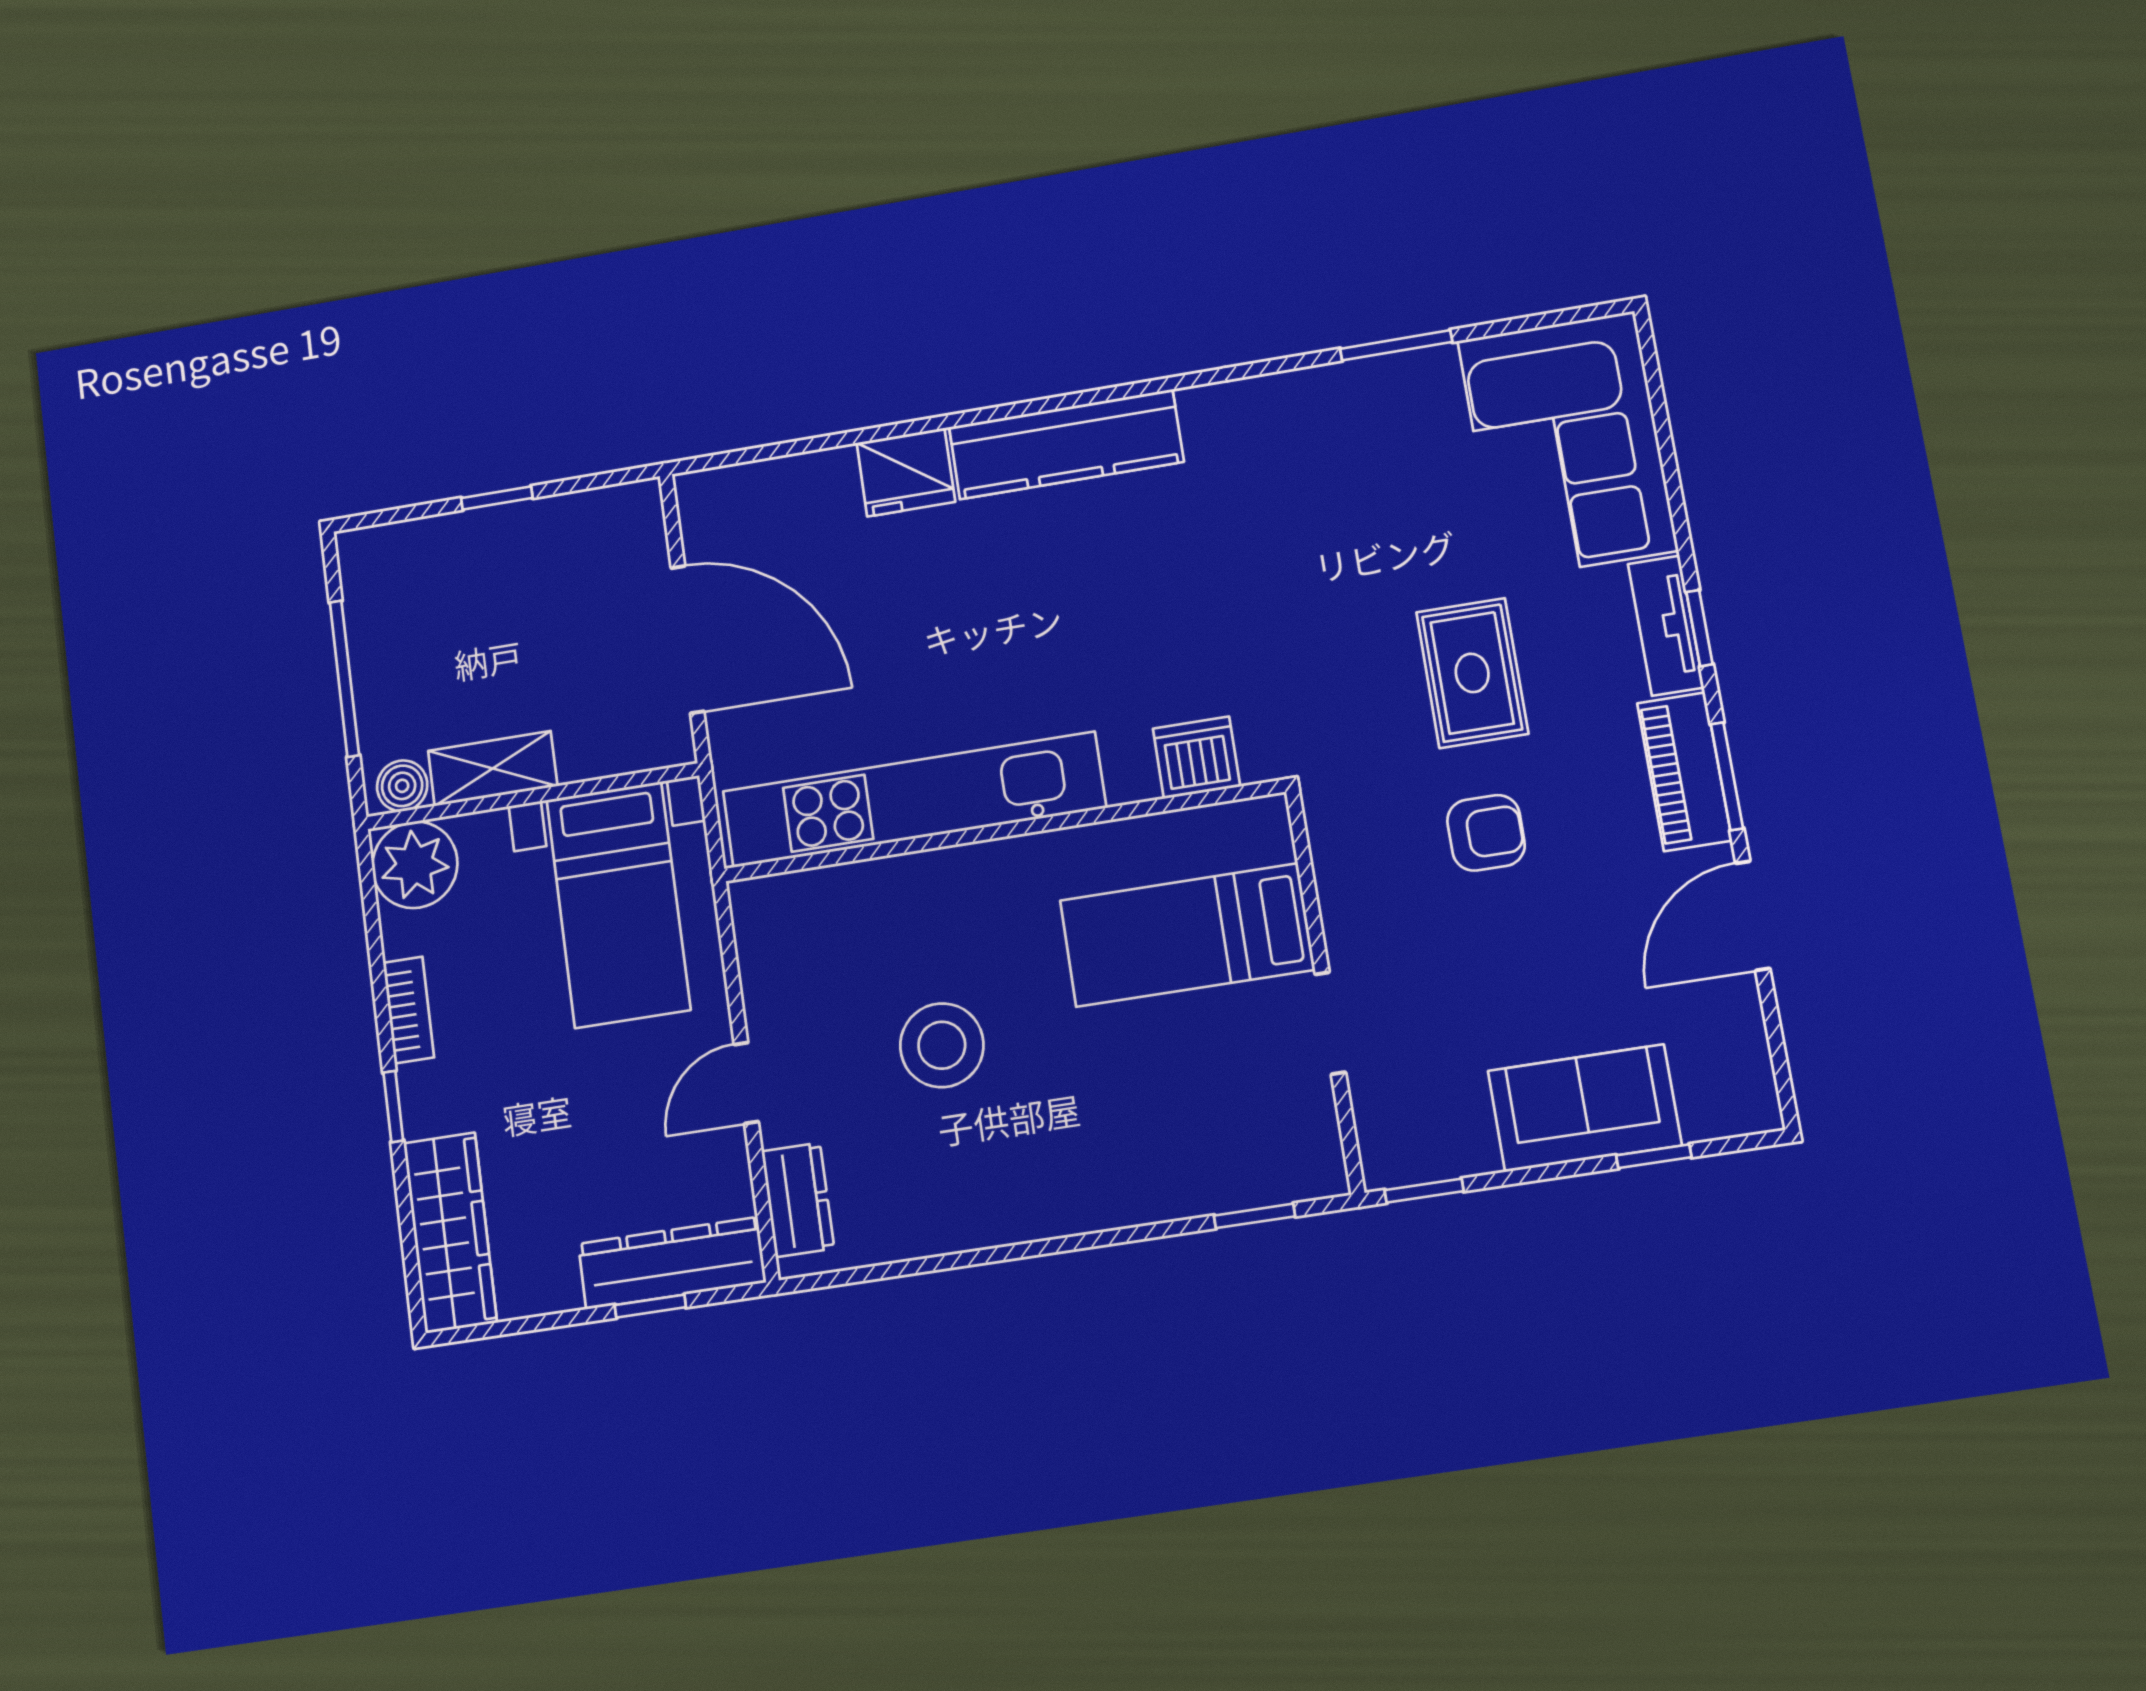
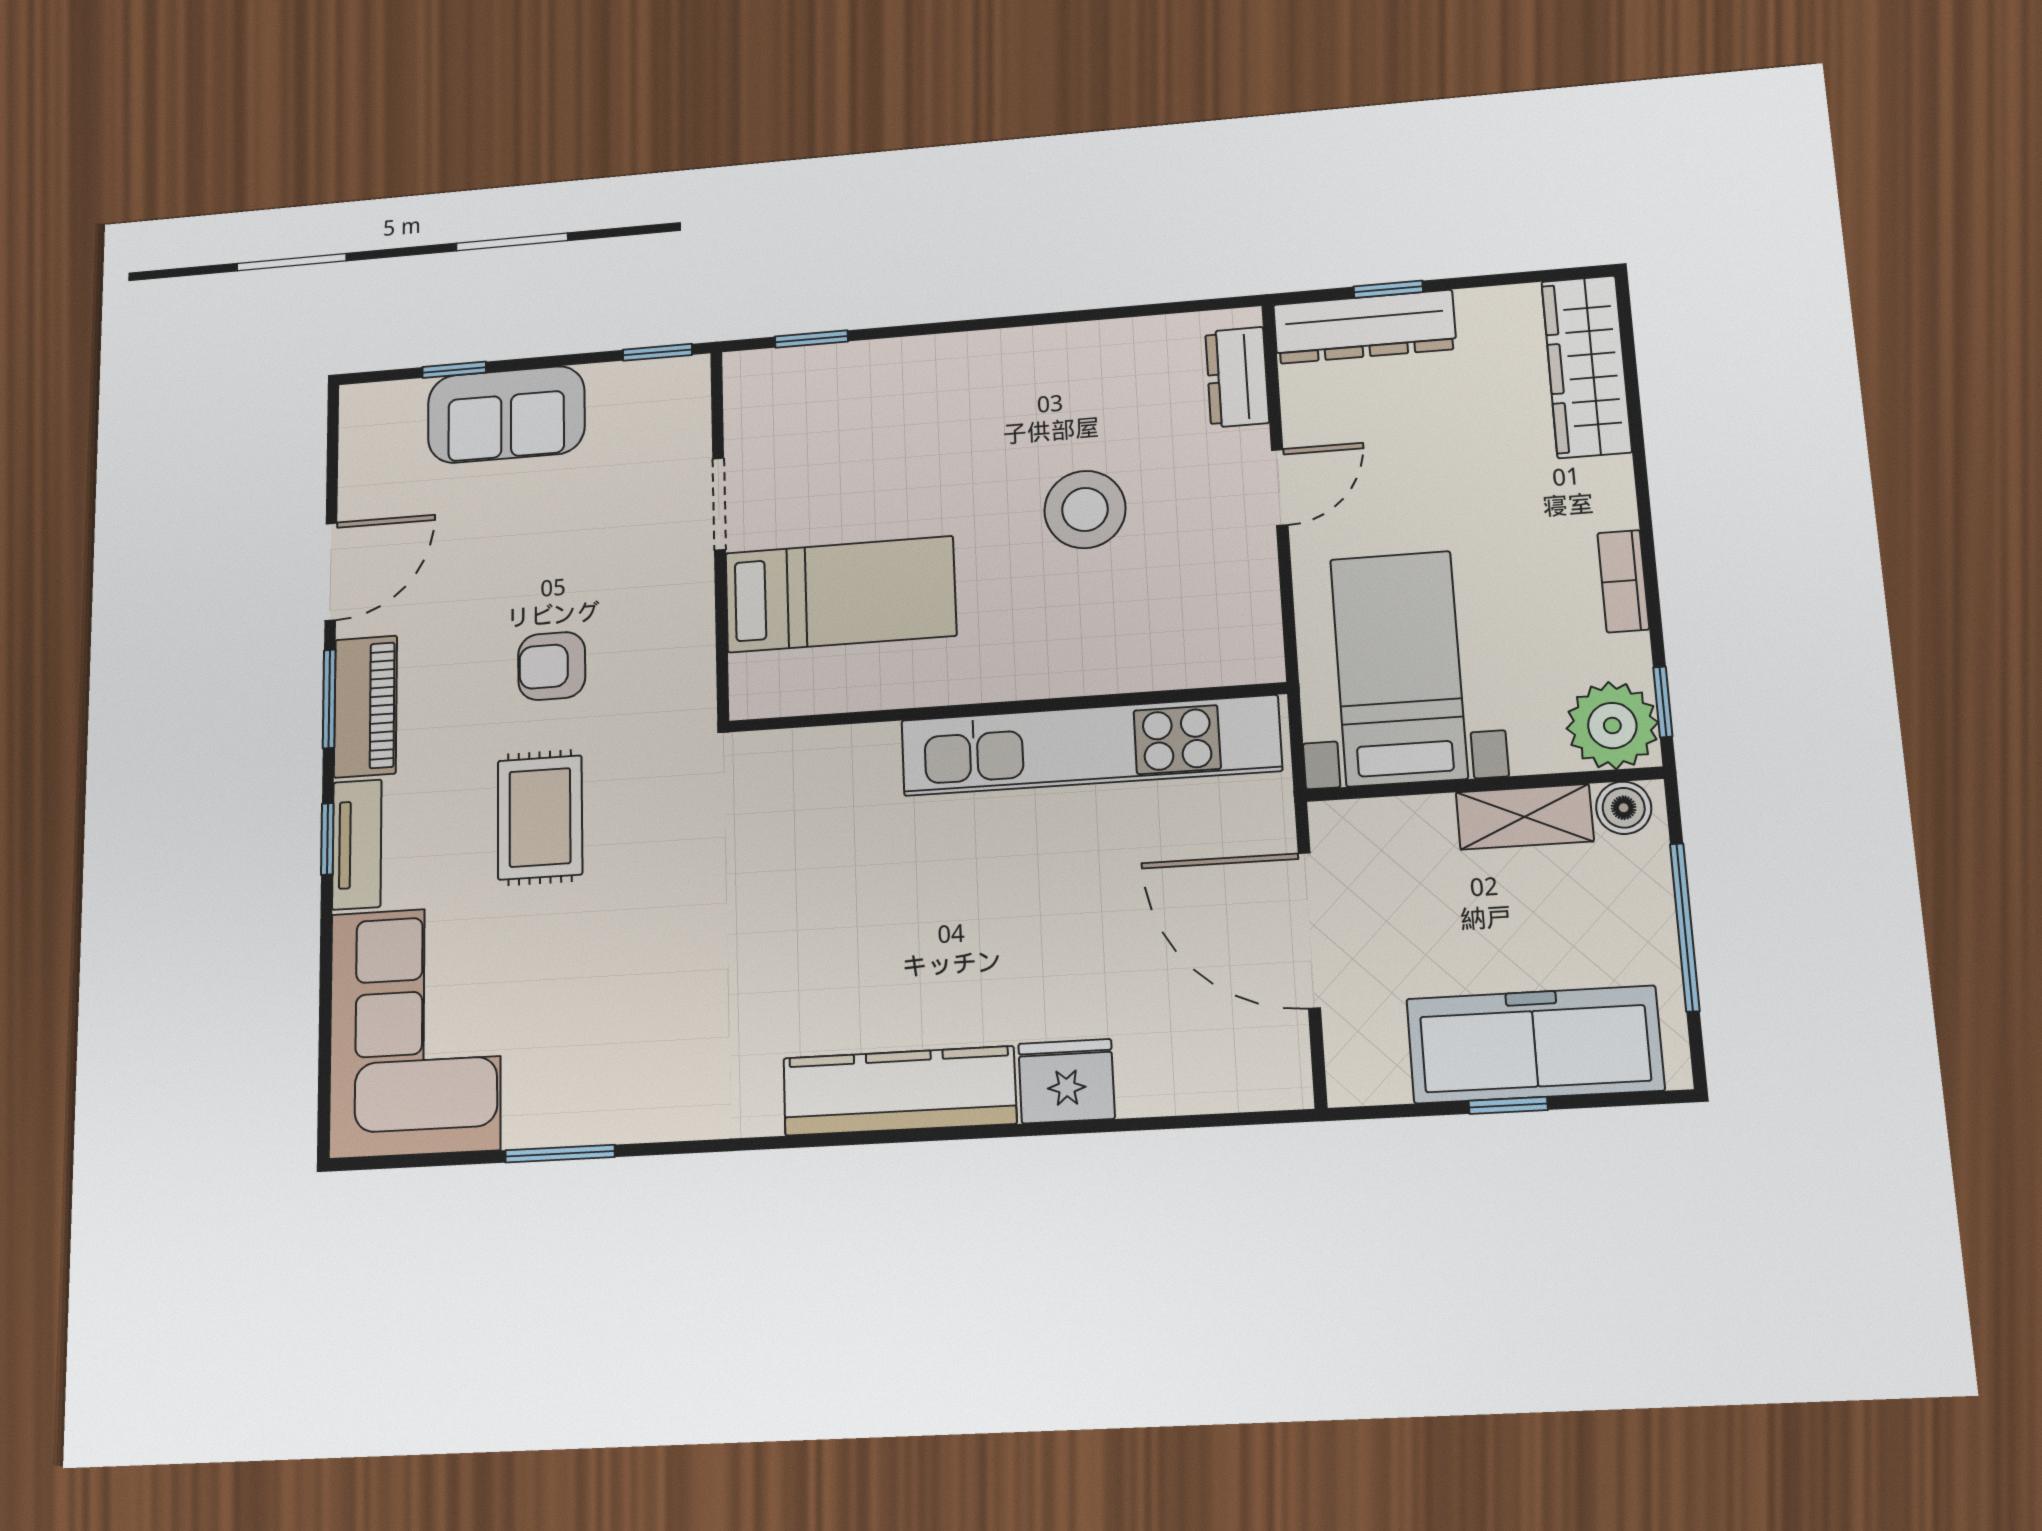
freezer: (475, 556) -> (1535, 1044), added
dishwasher: (1196, 758) -> (810, 761), removed
window: (393, 1107) -> (1663, 702), moved

